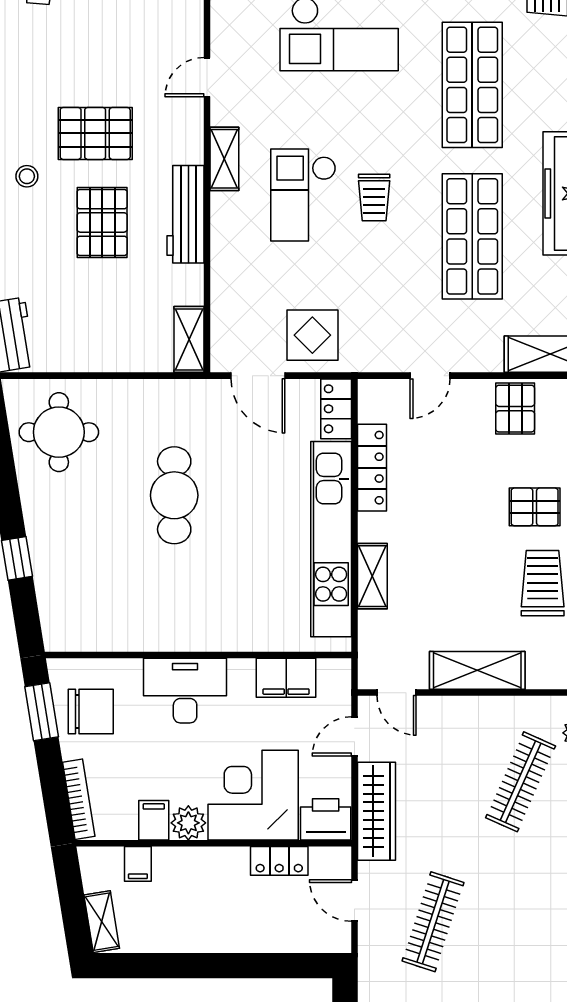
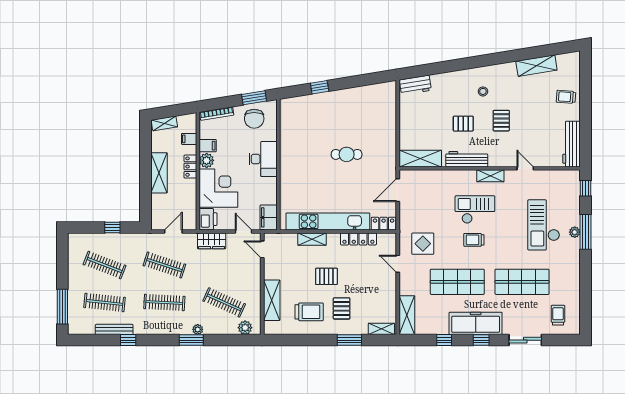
pallet: (95, 133) -> (501, 121), width x0.67, depth x0.71
pallet: (102, 222) -> (463, 124), width x0.67, depth x0.71
display table: (312, 335) -> (423, 244), moved
shelving: (189, 339) -> (420, 159), width x1.50, depth x1.33
pallet: (515, 409) -> (326, 276), moved
round table: (59, 432) -> (374, 105), removed
cafe table: (174, 495) -> (347, 154), width x0.73, depth x0.74
shelving: (477, 670) -> (272, 300), moved
filing cabinet: (286, 678) -> (269, 217), moved
door: (397, 693) -> (262, 249), hinge flipped
wardrobe: (377, 811) -> (212, 241), width x0.67
locker: (279, 861) -> (190, 167), moved
clothes rail: (521, 922) -> (164, 302), added
shelving: (217, 934) -> (159, 173), added

